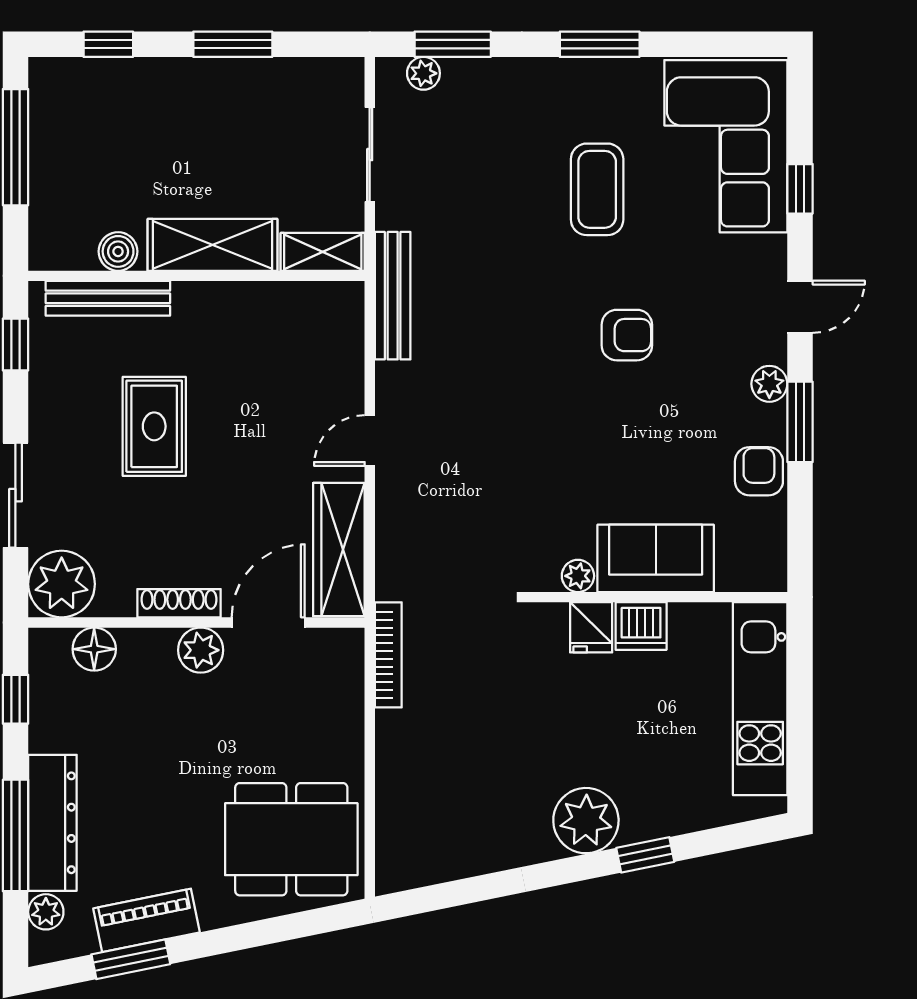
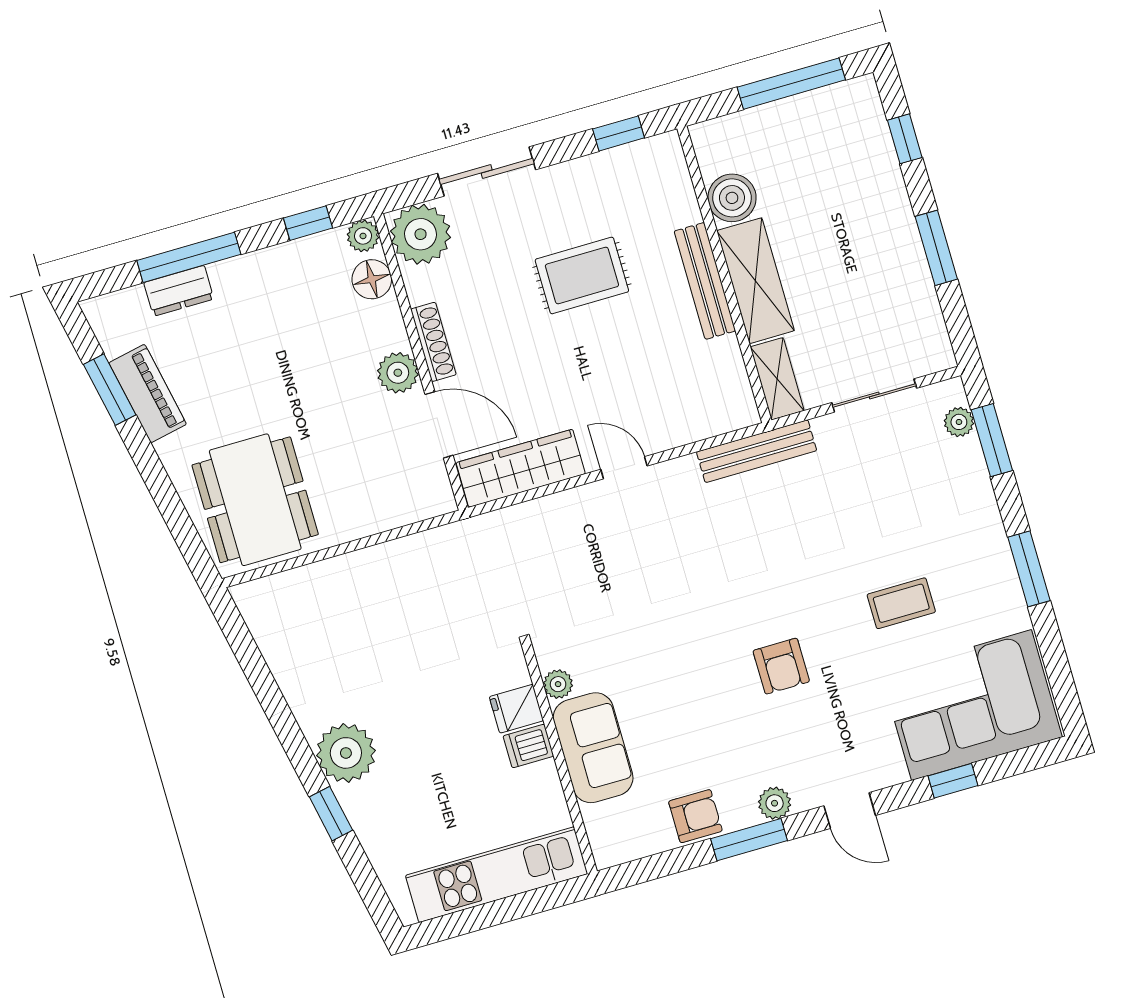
coffee table: (597, 189) -> (901, 603), width x0.73, depth x0.77
boiler: (118, 251) -> (732, 198), width x1.36, depth x1.36
bench: (108, 298) -> (705, 281), moved
dishwasher: (641, 626) -> (528, 746), width x0.73
bookcase: (388, 655) -> (441, 538), removed
dresser: (52, 823) -> (179, 291), width x0.51, depth x0.80
plant: (46, 912) -> (363, 236), moved

